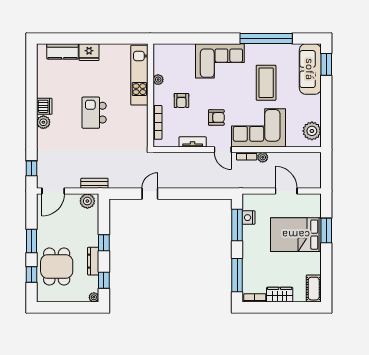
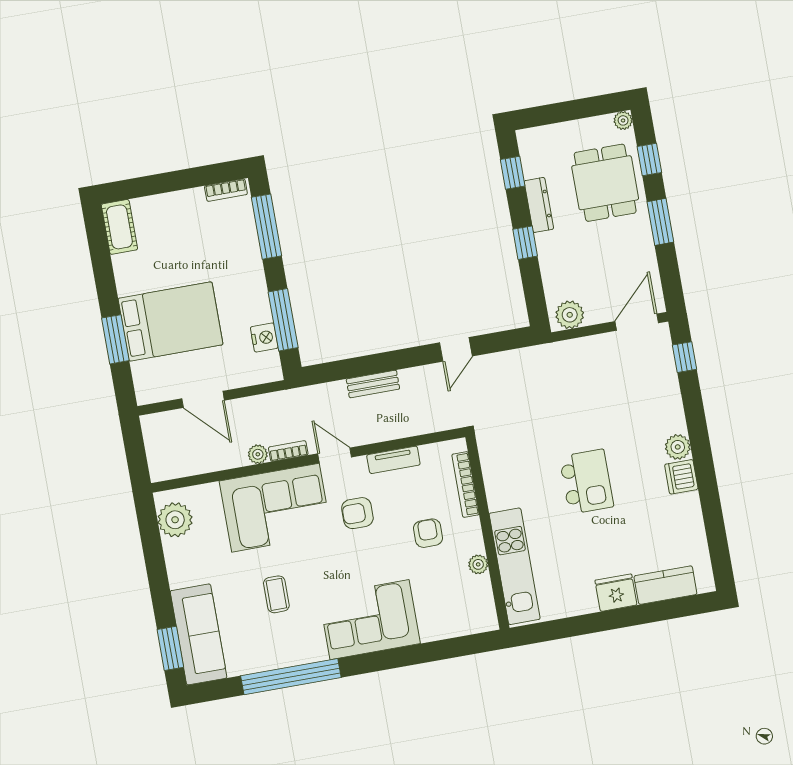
coffee table: (266, 83) -> (276, 594), width x0.54, depth x0.58
bench: (94, 183) -> (373, 384), moved
wardrobe: (280, 295) -> (181, 204), removed
plant: (94, 297) -> (623, 120), moved

